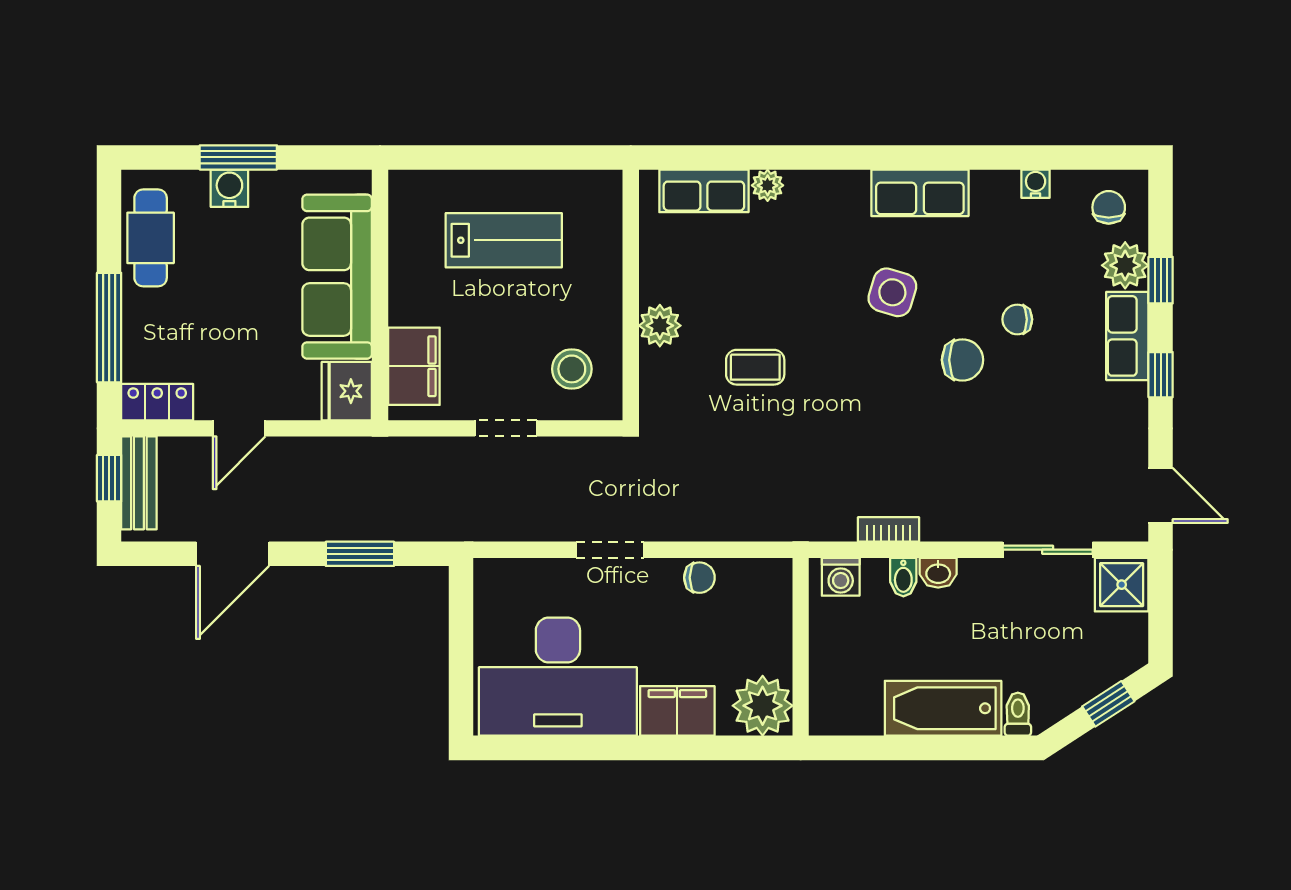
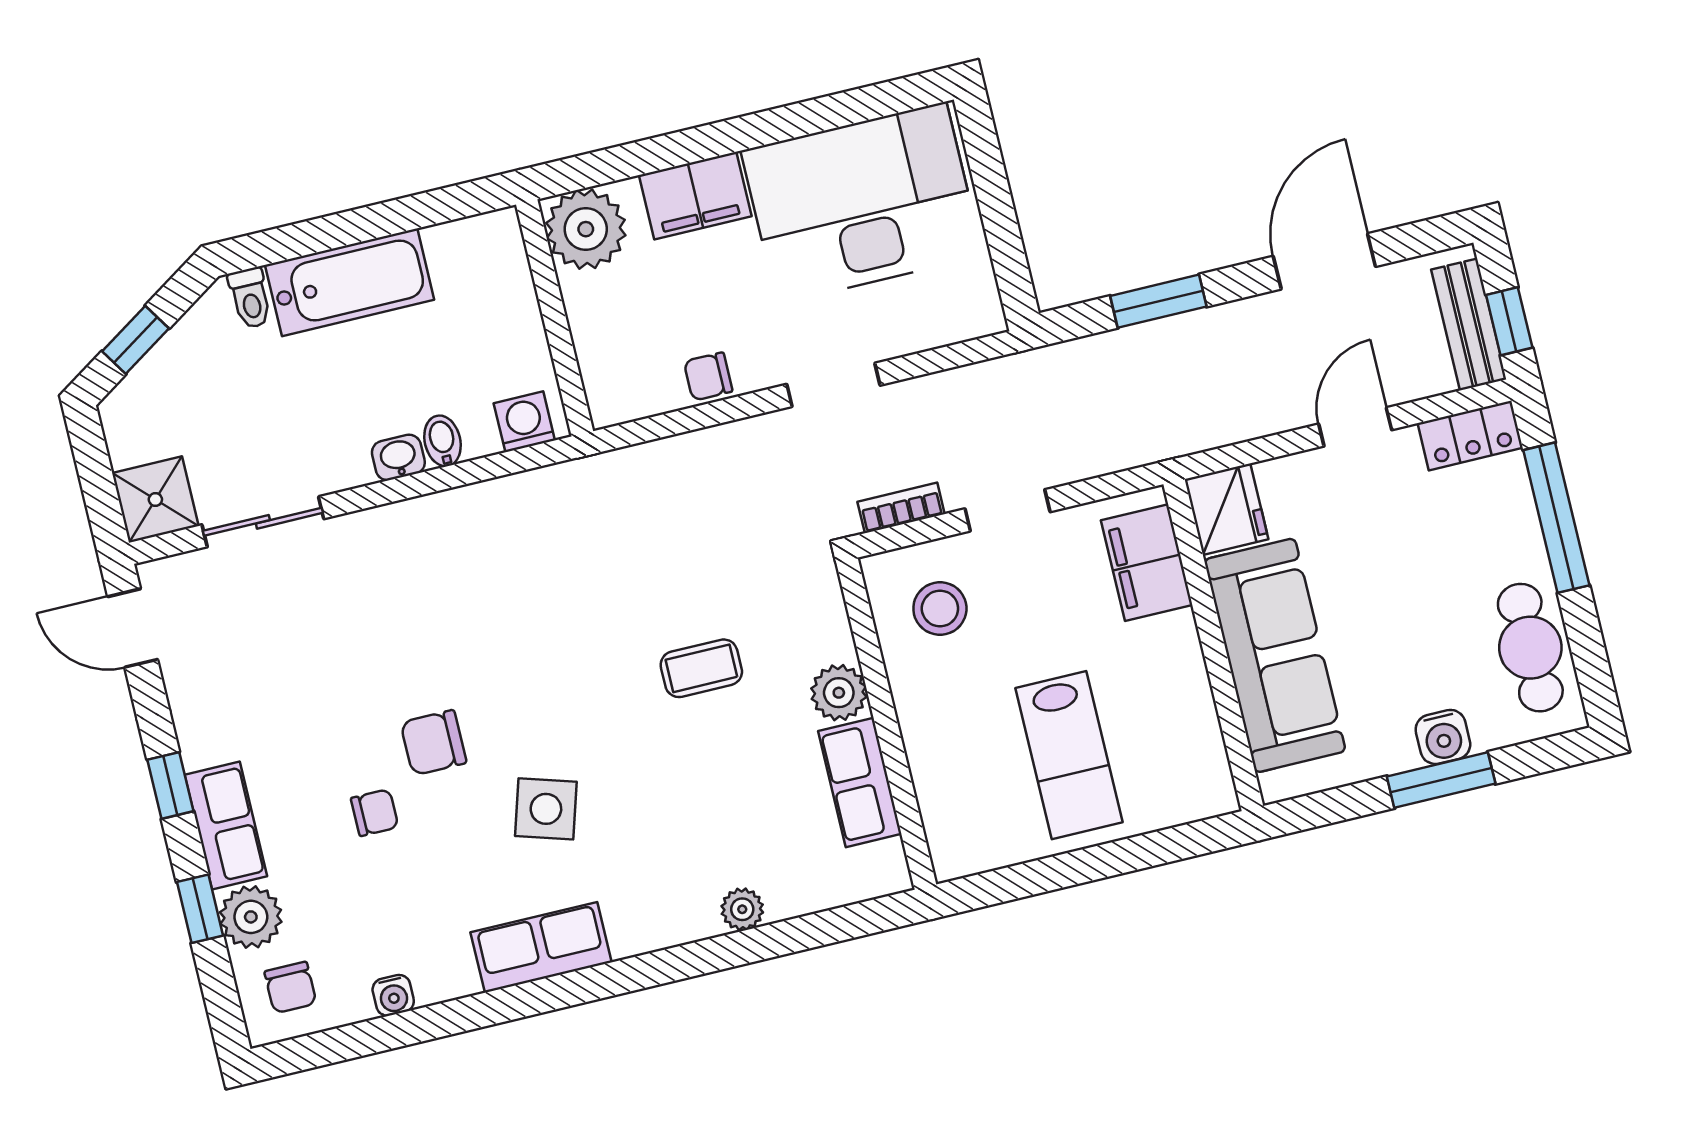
row of seats: (704, 191) -> (860, 782), moved, turned -90
lab bench: (504, 240) -> (1069, 755), turned -90
bookcase: (889, 529) -> (901, 508), moved, turned 180

